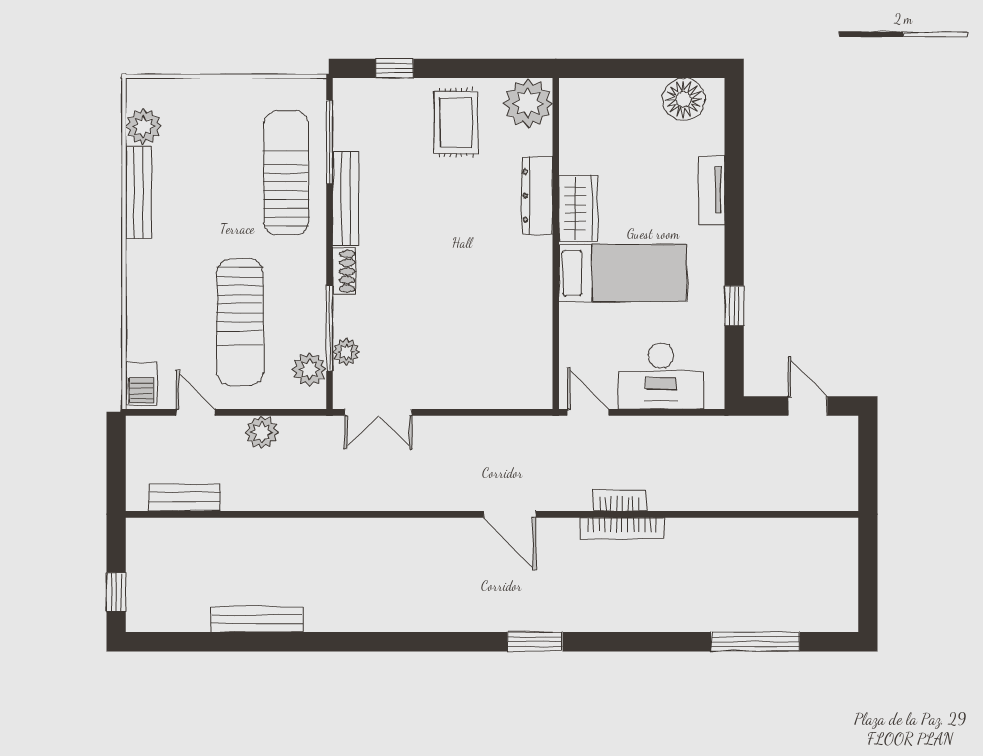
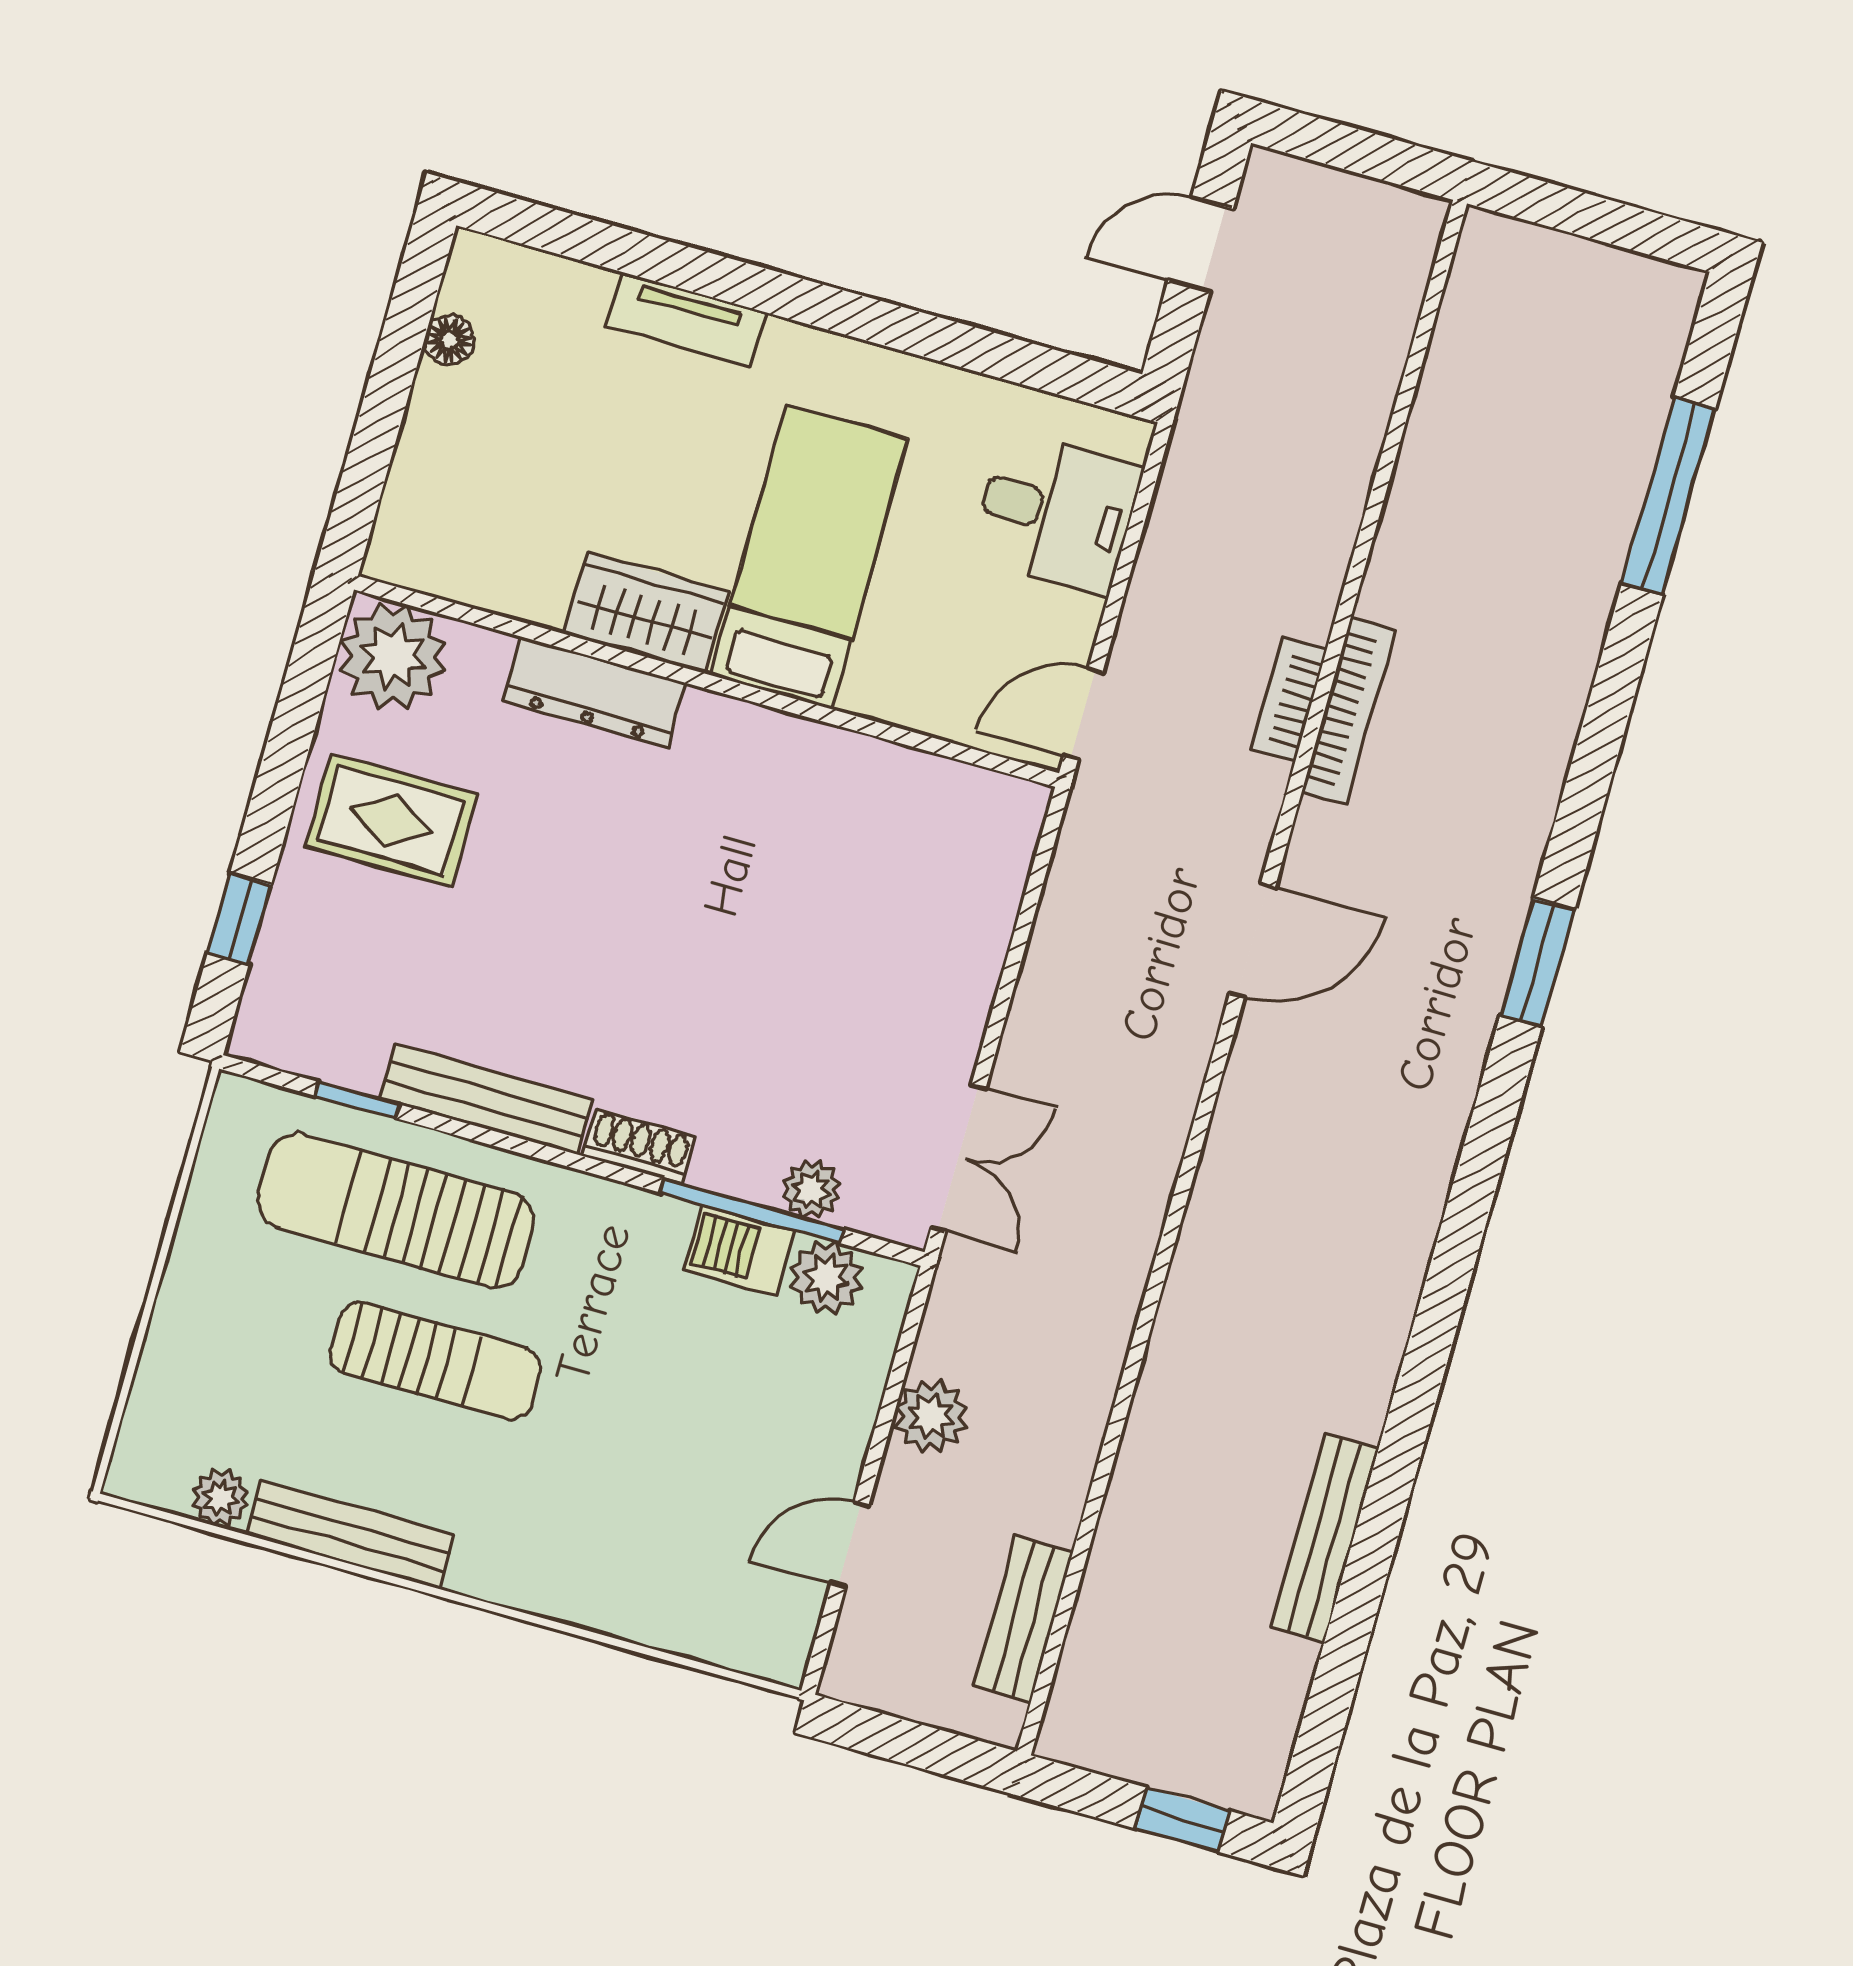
floor lamp: (683, 99) -> (450, 340), width x0.53, depth x0.53
plant: (144, 126) -> (220, 1498), width x0.73, depth x0.73
window: (330, 142) -> (357, 1100), width x0.46
window: (734, 306) -> (945, 341), removed
sun lounger: (240, 322) -> (436, 1361), moved, width x0.73, depth x0.75
desk: (661, 376) -> (1056, 513), width x0.73
barbecue: (141, 384) -> (739, 1250), moved, turned 180

